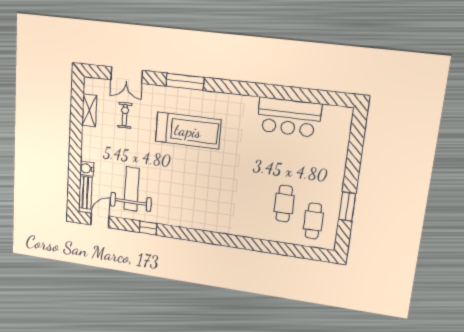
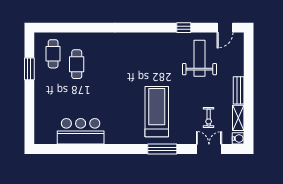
treadmill: (188, 131) -> (157, 112), turned 90
water cooler: (87, 169) -> (238, 138), moved
weight bench: (132, 189) -> (199, 58), turned 180
bench: (85, 193) -> (239, 90), moved

